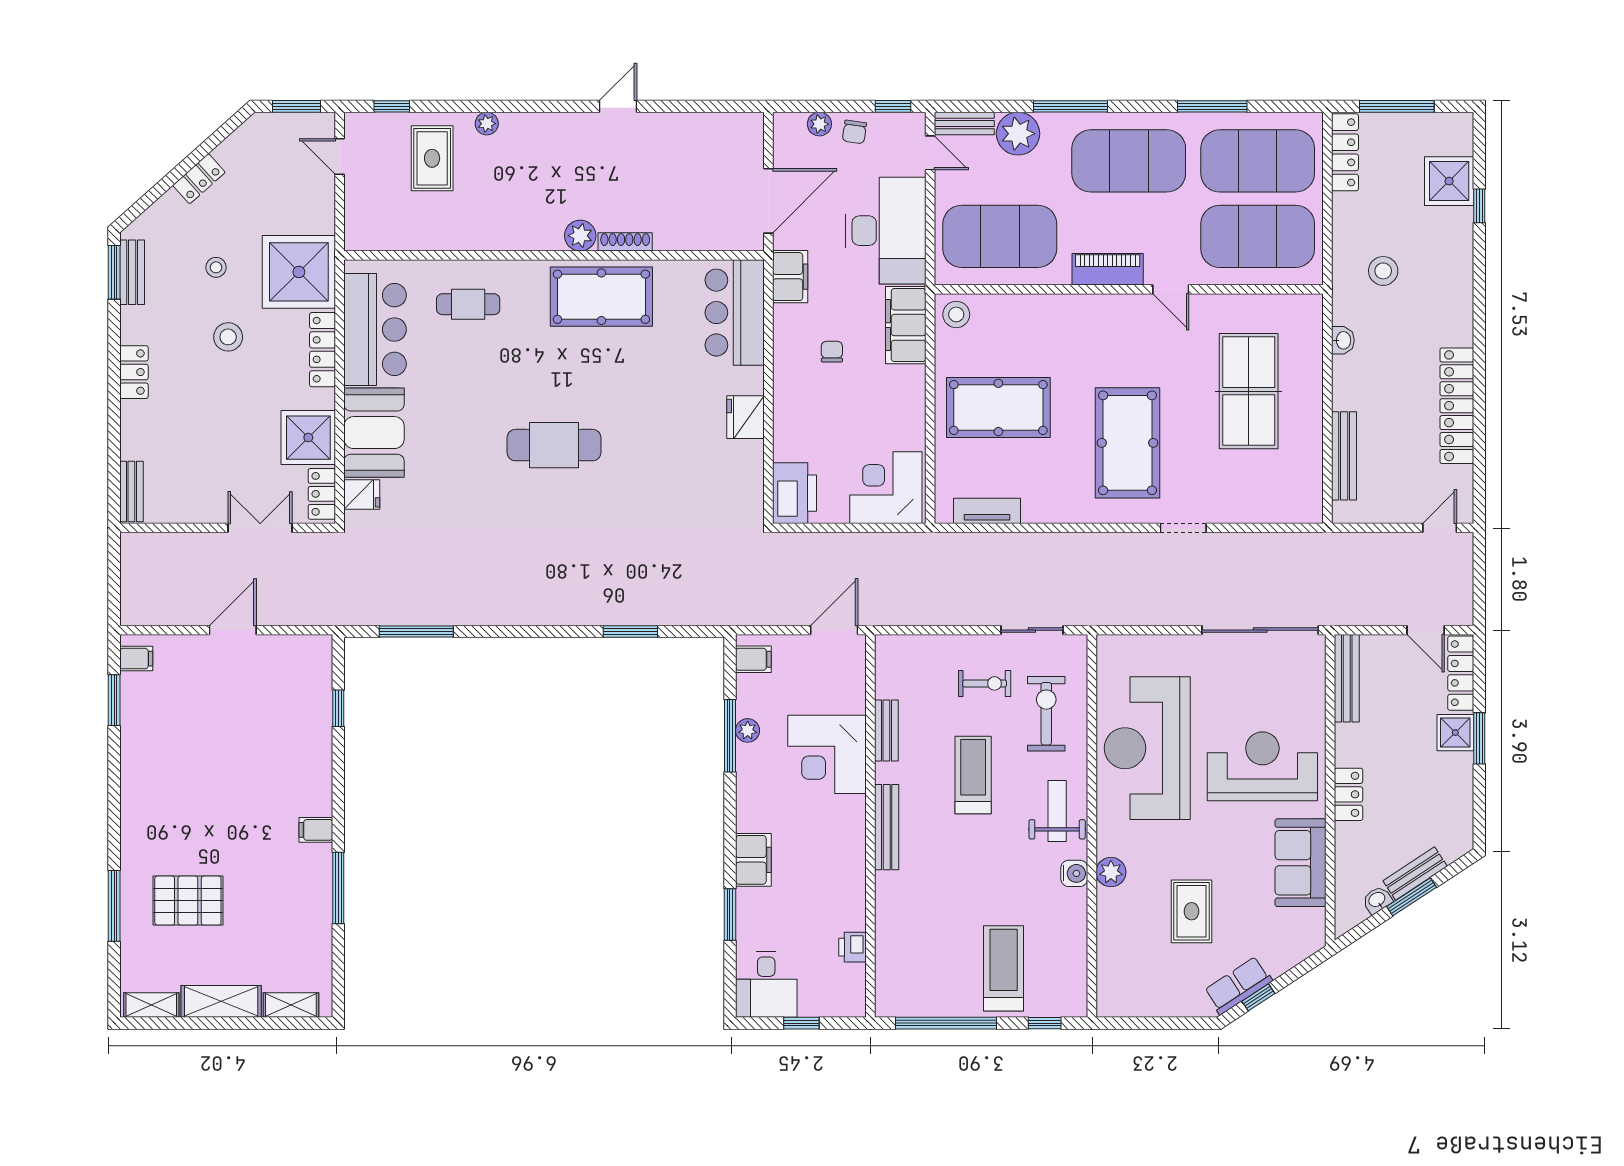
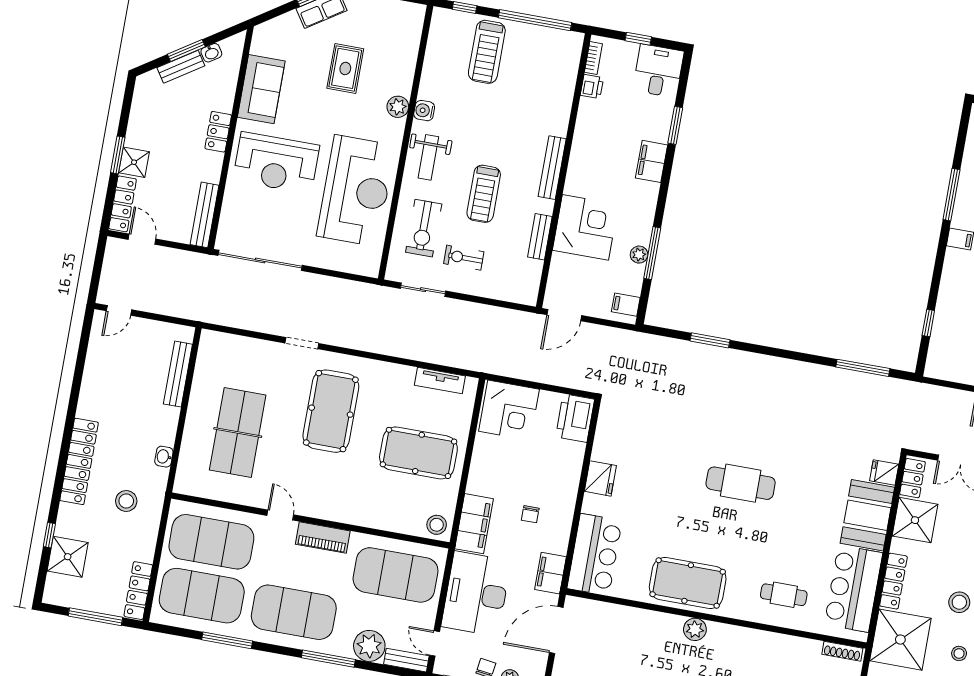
shoe rack: (625, 242) -> (842, 651), moved
locker: (1457, 406) -> (79, 461), moved
bookcase: (858, 986) -> (593, 58), added

